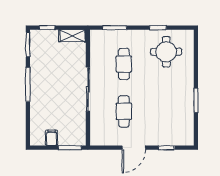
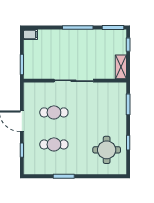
cafe table: (124, 64) -> (54, 144), moved
filing cabinet: (52, 138) -> (30, 34), moved

